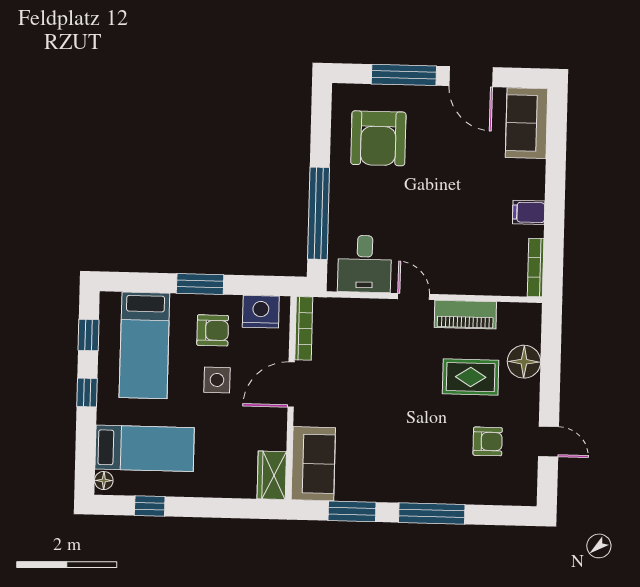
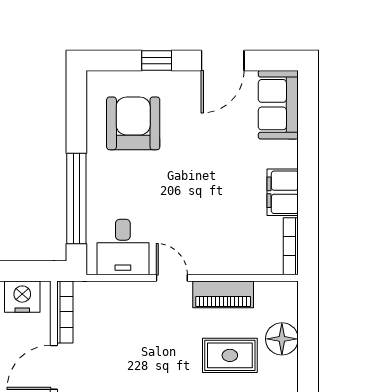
window: (404, 75) -> (157, 61), width x0.46
door: (471, 77) -> (223, 61), hinge flipped
armchair: (378, 138) -> (133, 123), turned 180
filing cabinet: (529, 212) -> (283, 192), width x2.00

